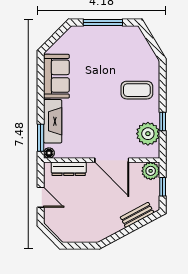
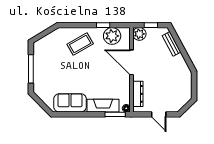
coffee table: (137, 90) -> (80, 44), turned 60
door: (112, 160) -> (131, 62), swing flipped
door: (41, 197) -> (159, 114), swing flipped

